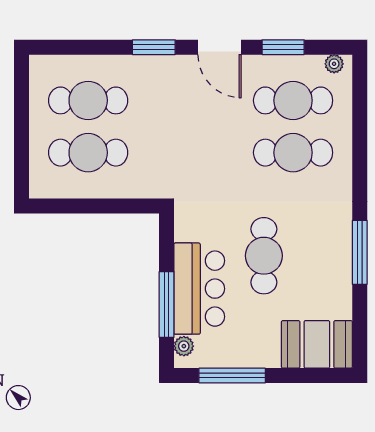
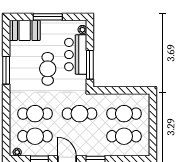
cafe table: (191, 153) -> (79, 114), added
window: (167, 305) -> (90, 65), moved
window: (232, 376) -> (48, 17), moved

